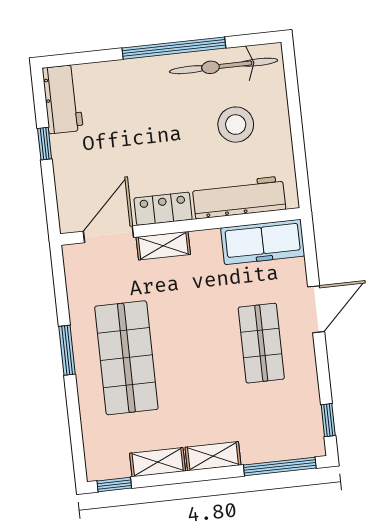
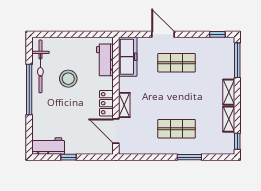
stool: (236, 125) -> (68, 79), moved
workbench: (239, 198) -> (105, 60), width x0.73
window: (67, 350) -> (189, 157), moved
shop shelf: (126, 358) -> (177, 129), width x0.70, depth x0.74

